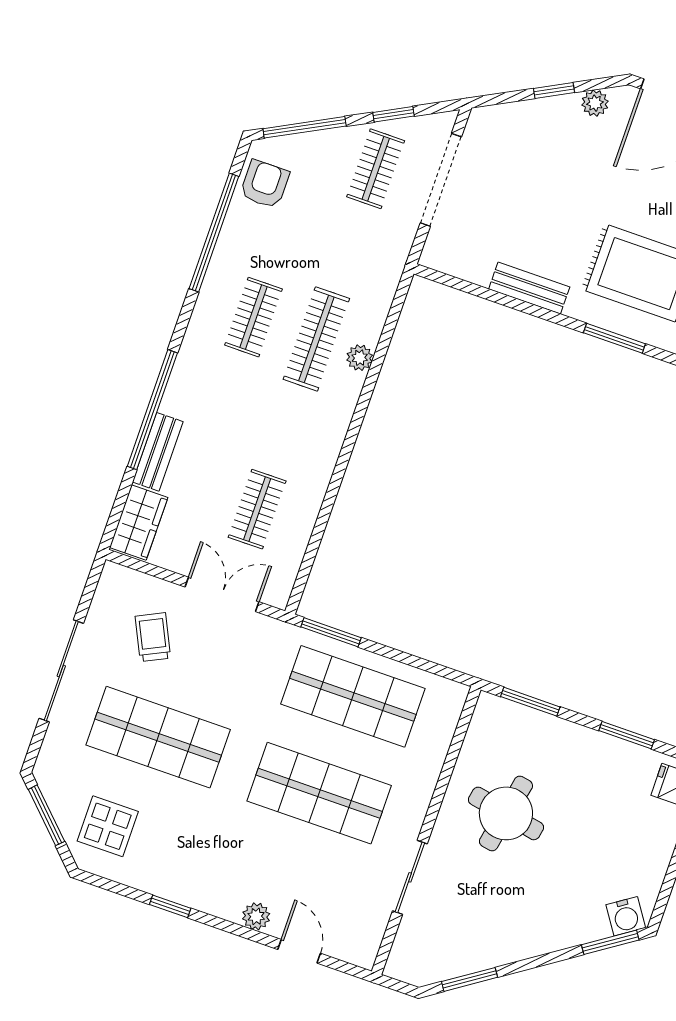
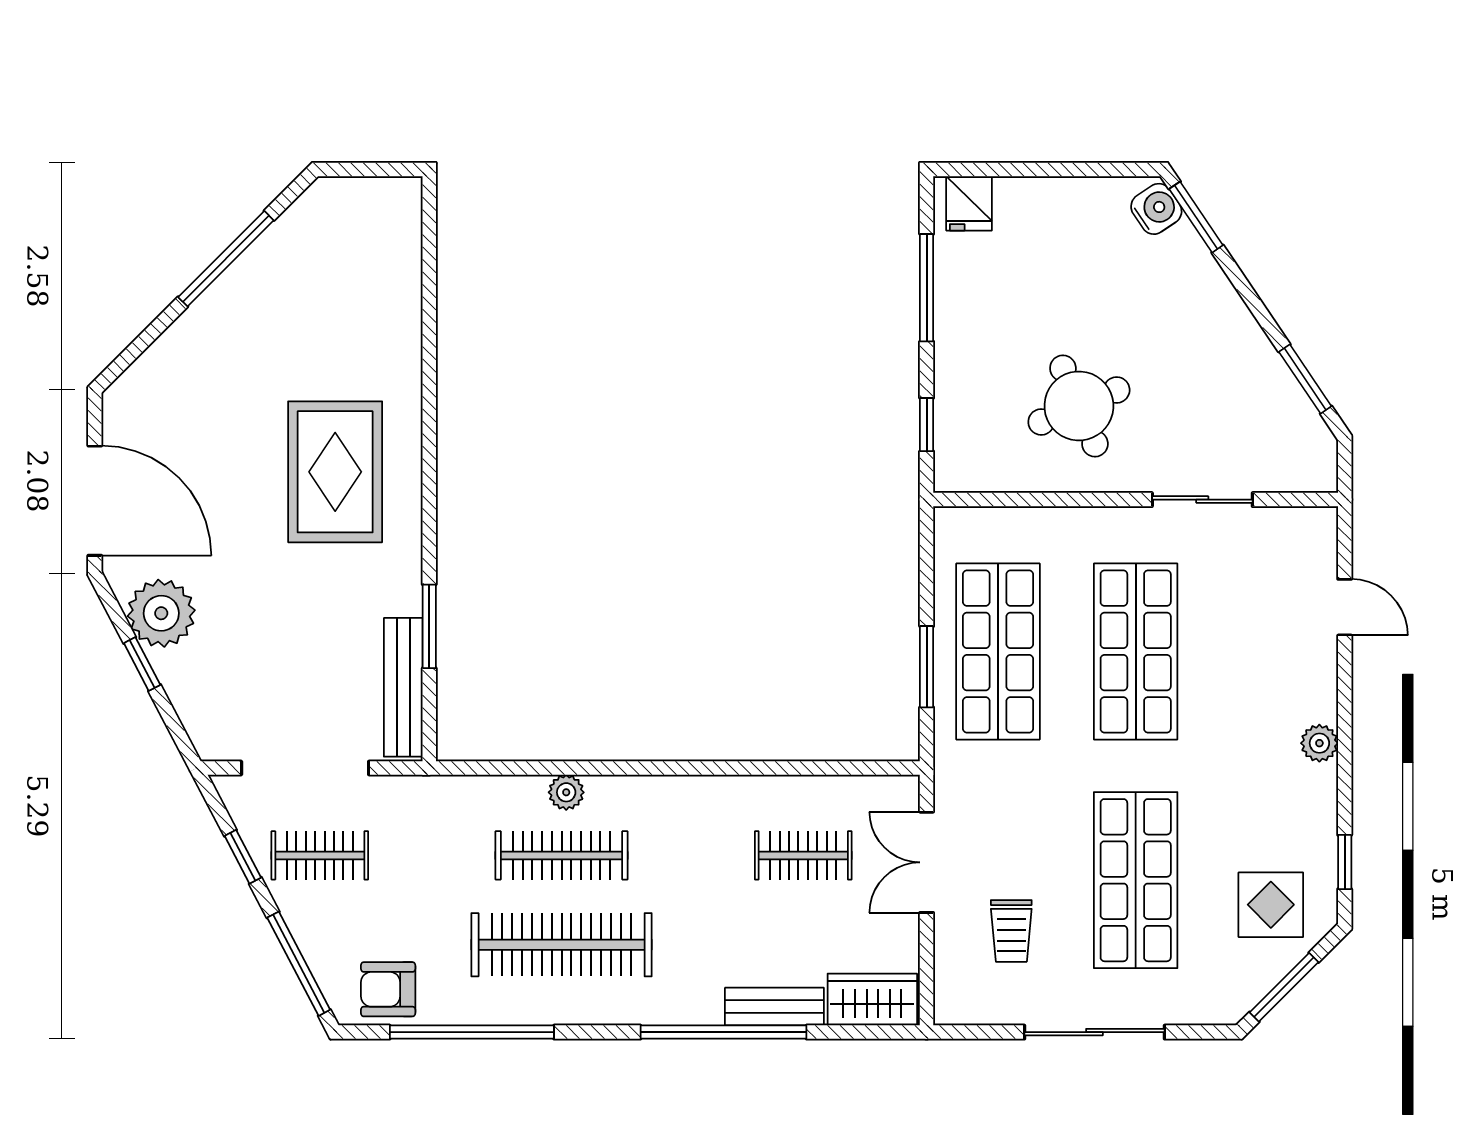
plant: (595, 103) -> (161, 613), width x1.88, depth x1.88
bench: (529, 288) -> (403, 687), moved, width x1.36
clothes rail: (254, 317) -> (562, 945), width x1.86, depth x1.31
window: (614, 338) -> (429, 626), moved
window: (331, 632) -> (927, 667), moved
trolley: (153, 637) -> (1011, 931), turned -64
window: (530, 702) -> (927, 425), width x0.67
window: (627, 735) -> (927, 288), width x1.44
round table: (506, 813) -> (1079, 406), turned -34
window: (170, 906) -> (1345, 862), moved
plant: (256, 916) -> (1319, 743), moved
door: (299, 951) -> (1345, 607), swing flipped

